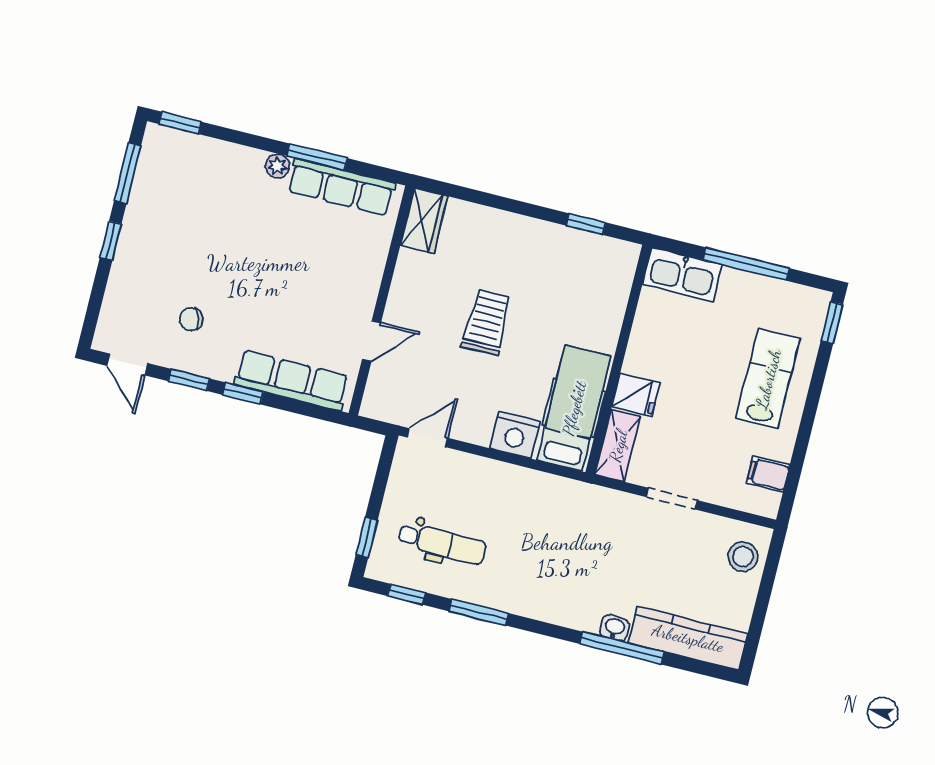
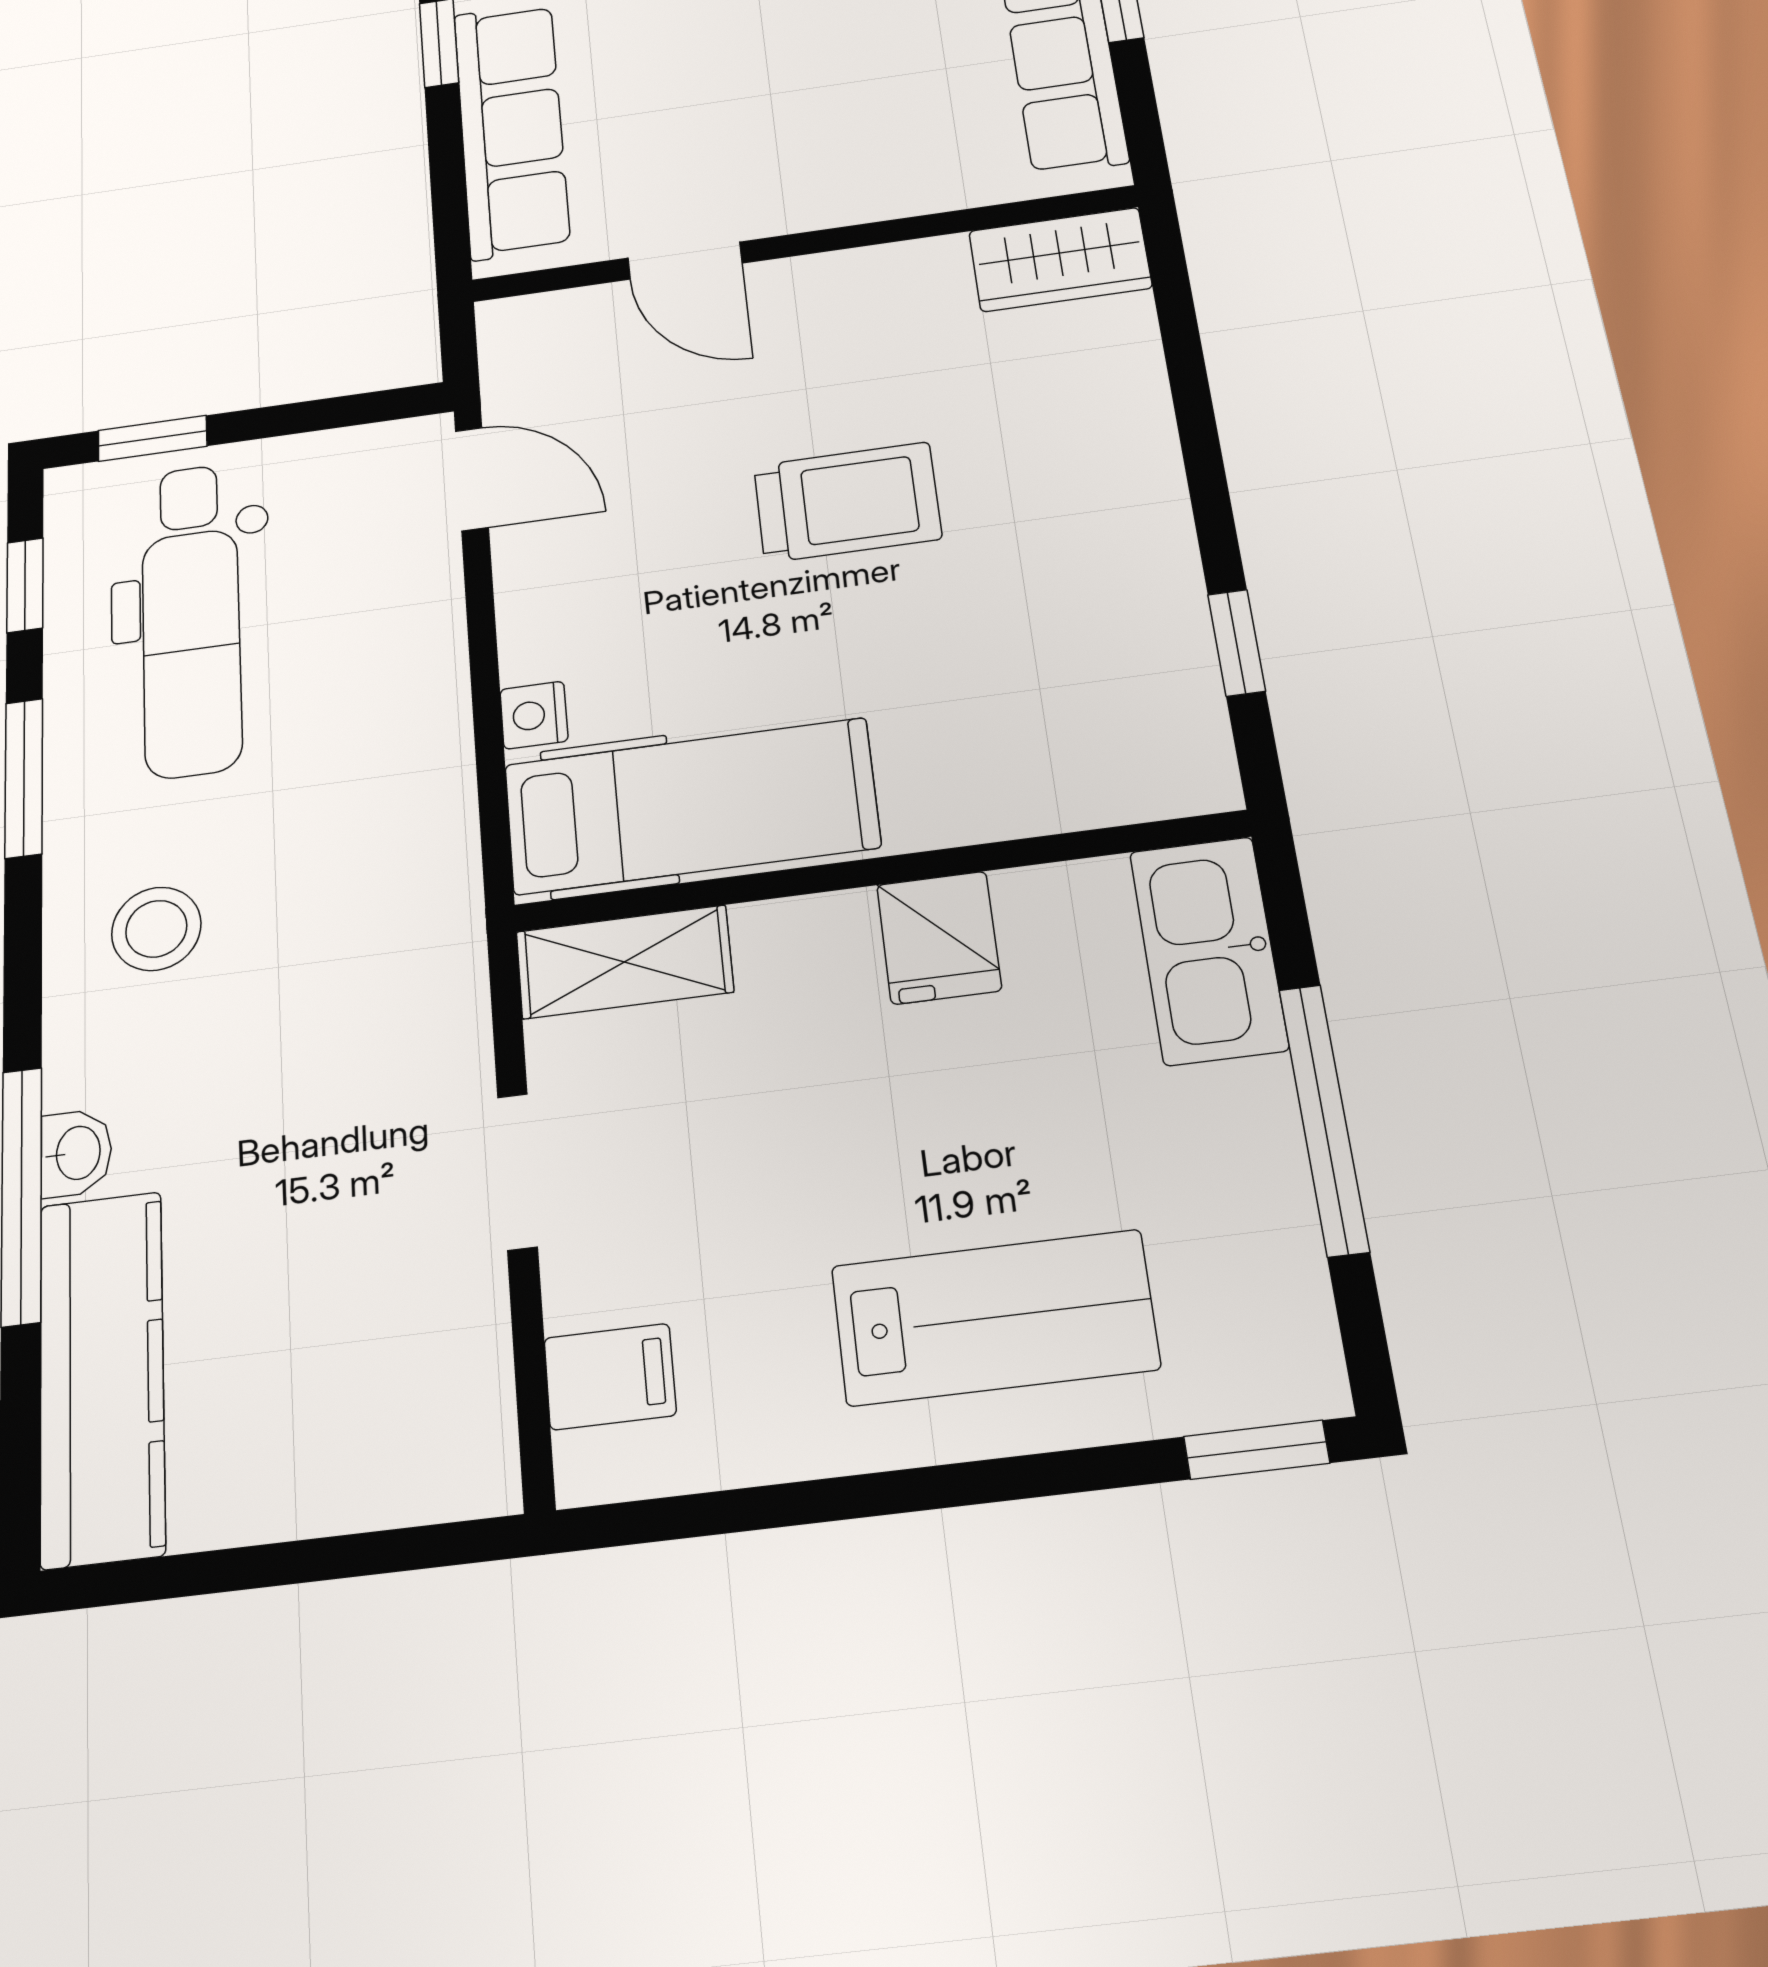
fridge: (636, 395) -> (939, 938), moved
nightstand: (515, 435) -> (534, 715), width x0.53, depth x0.56
filing cabinet: (768, 474) -> (610, 1377), moved, turned 90
dental chair: (442, 543) -> (191, 619), width x1.36, depth x1.38
stool: (743, 557) -> (156, 929), moved

